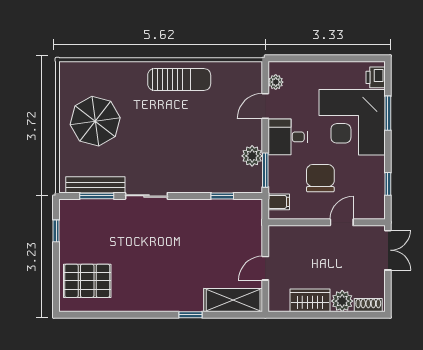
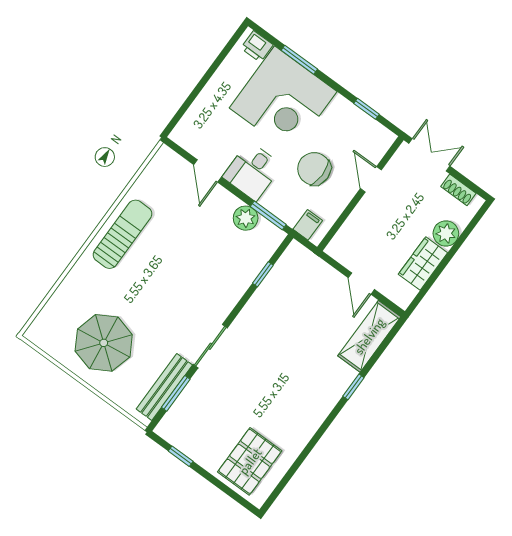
plant: (276, 82) -> (192, 144), removed
shoe rack: (368, 305) -> (458, 190), moved, turned -90

